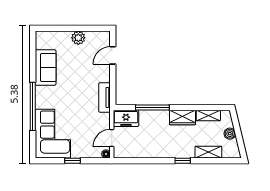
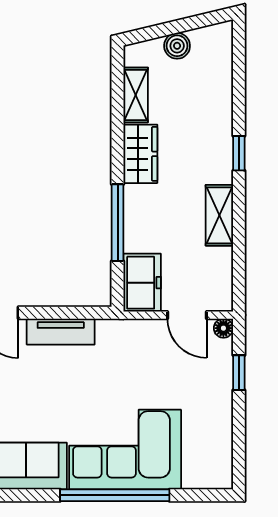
tv unit: (105, 97) -> (61, 332), moved
corner sofa: (53, 134) -> (125, 450), moved
shelving: (208, 152) -> (219, 215), moved
window: (73, 161) -> (239, 373), moved

